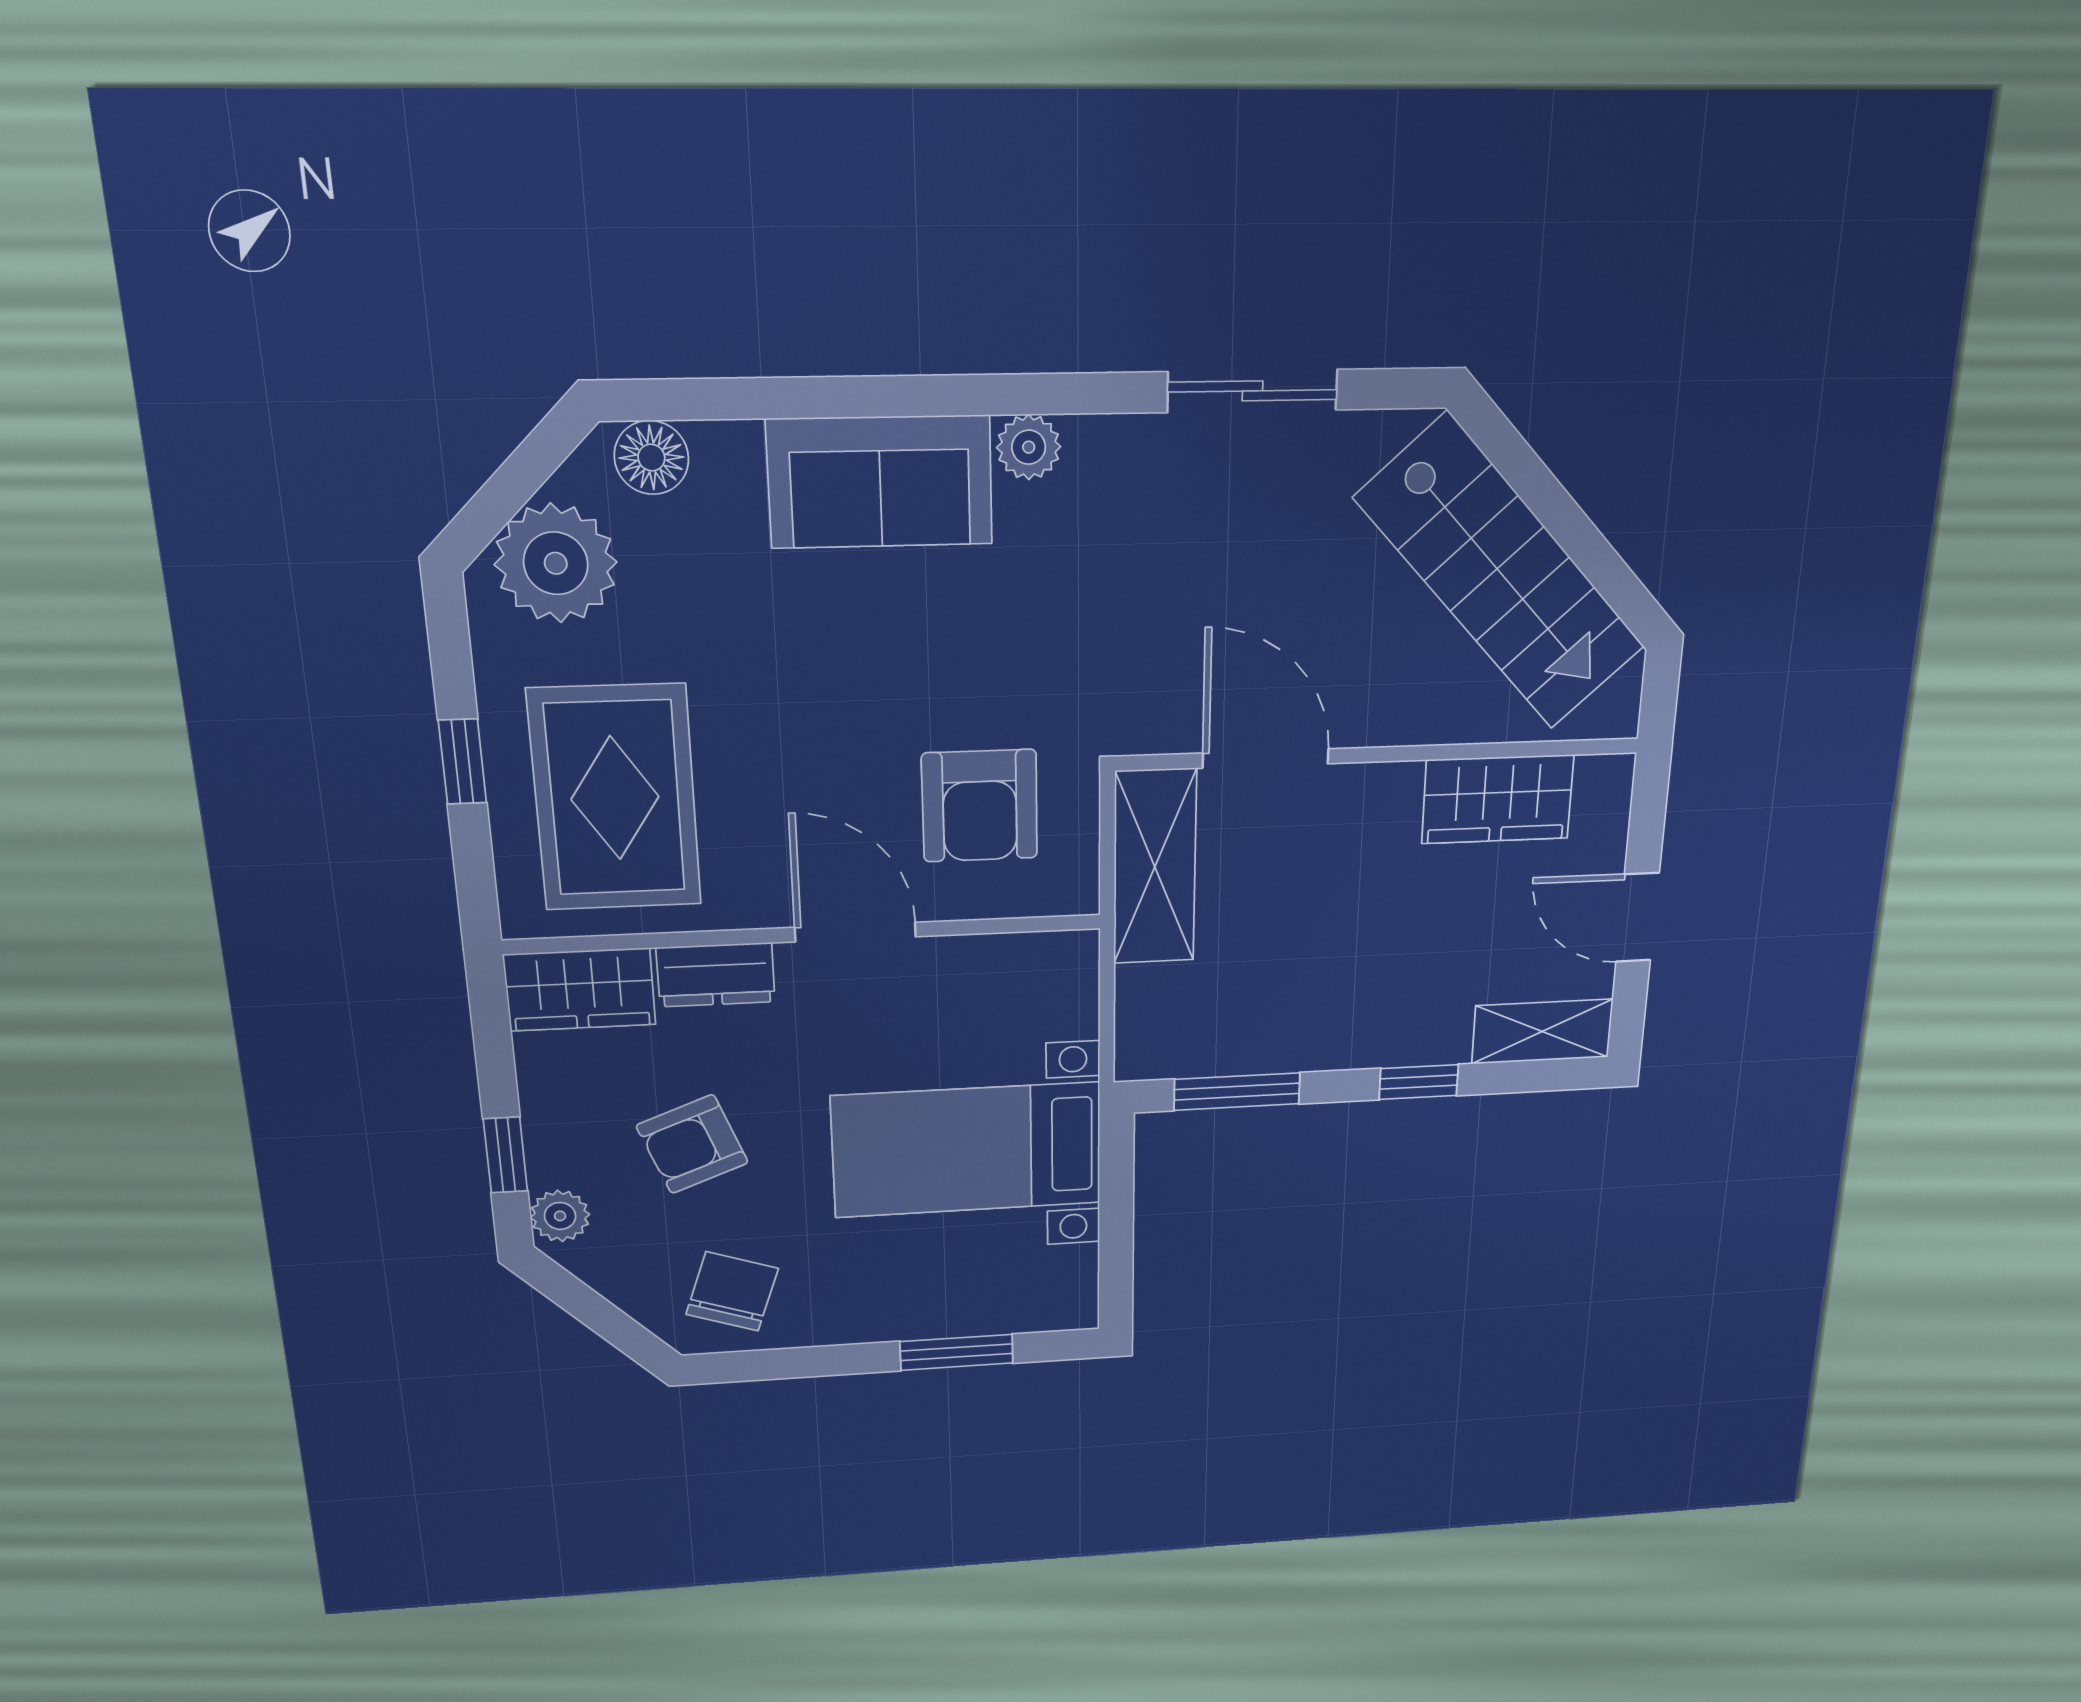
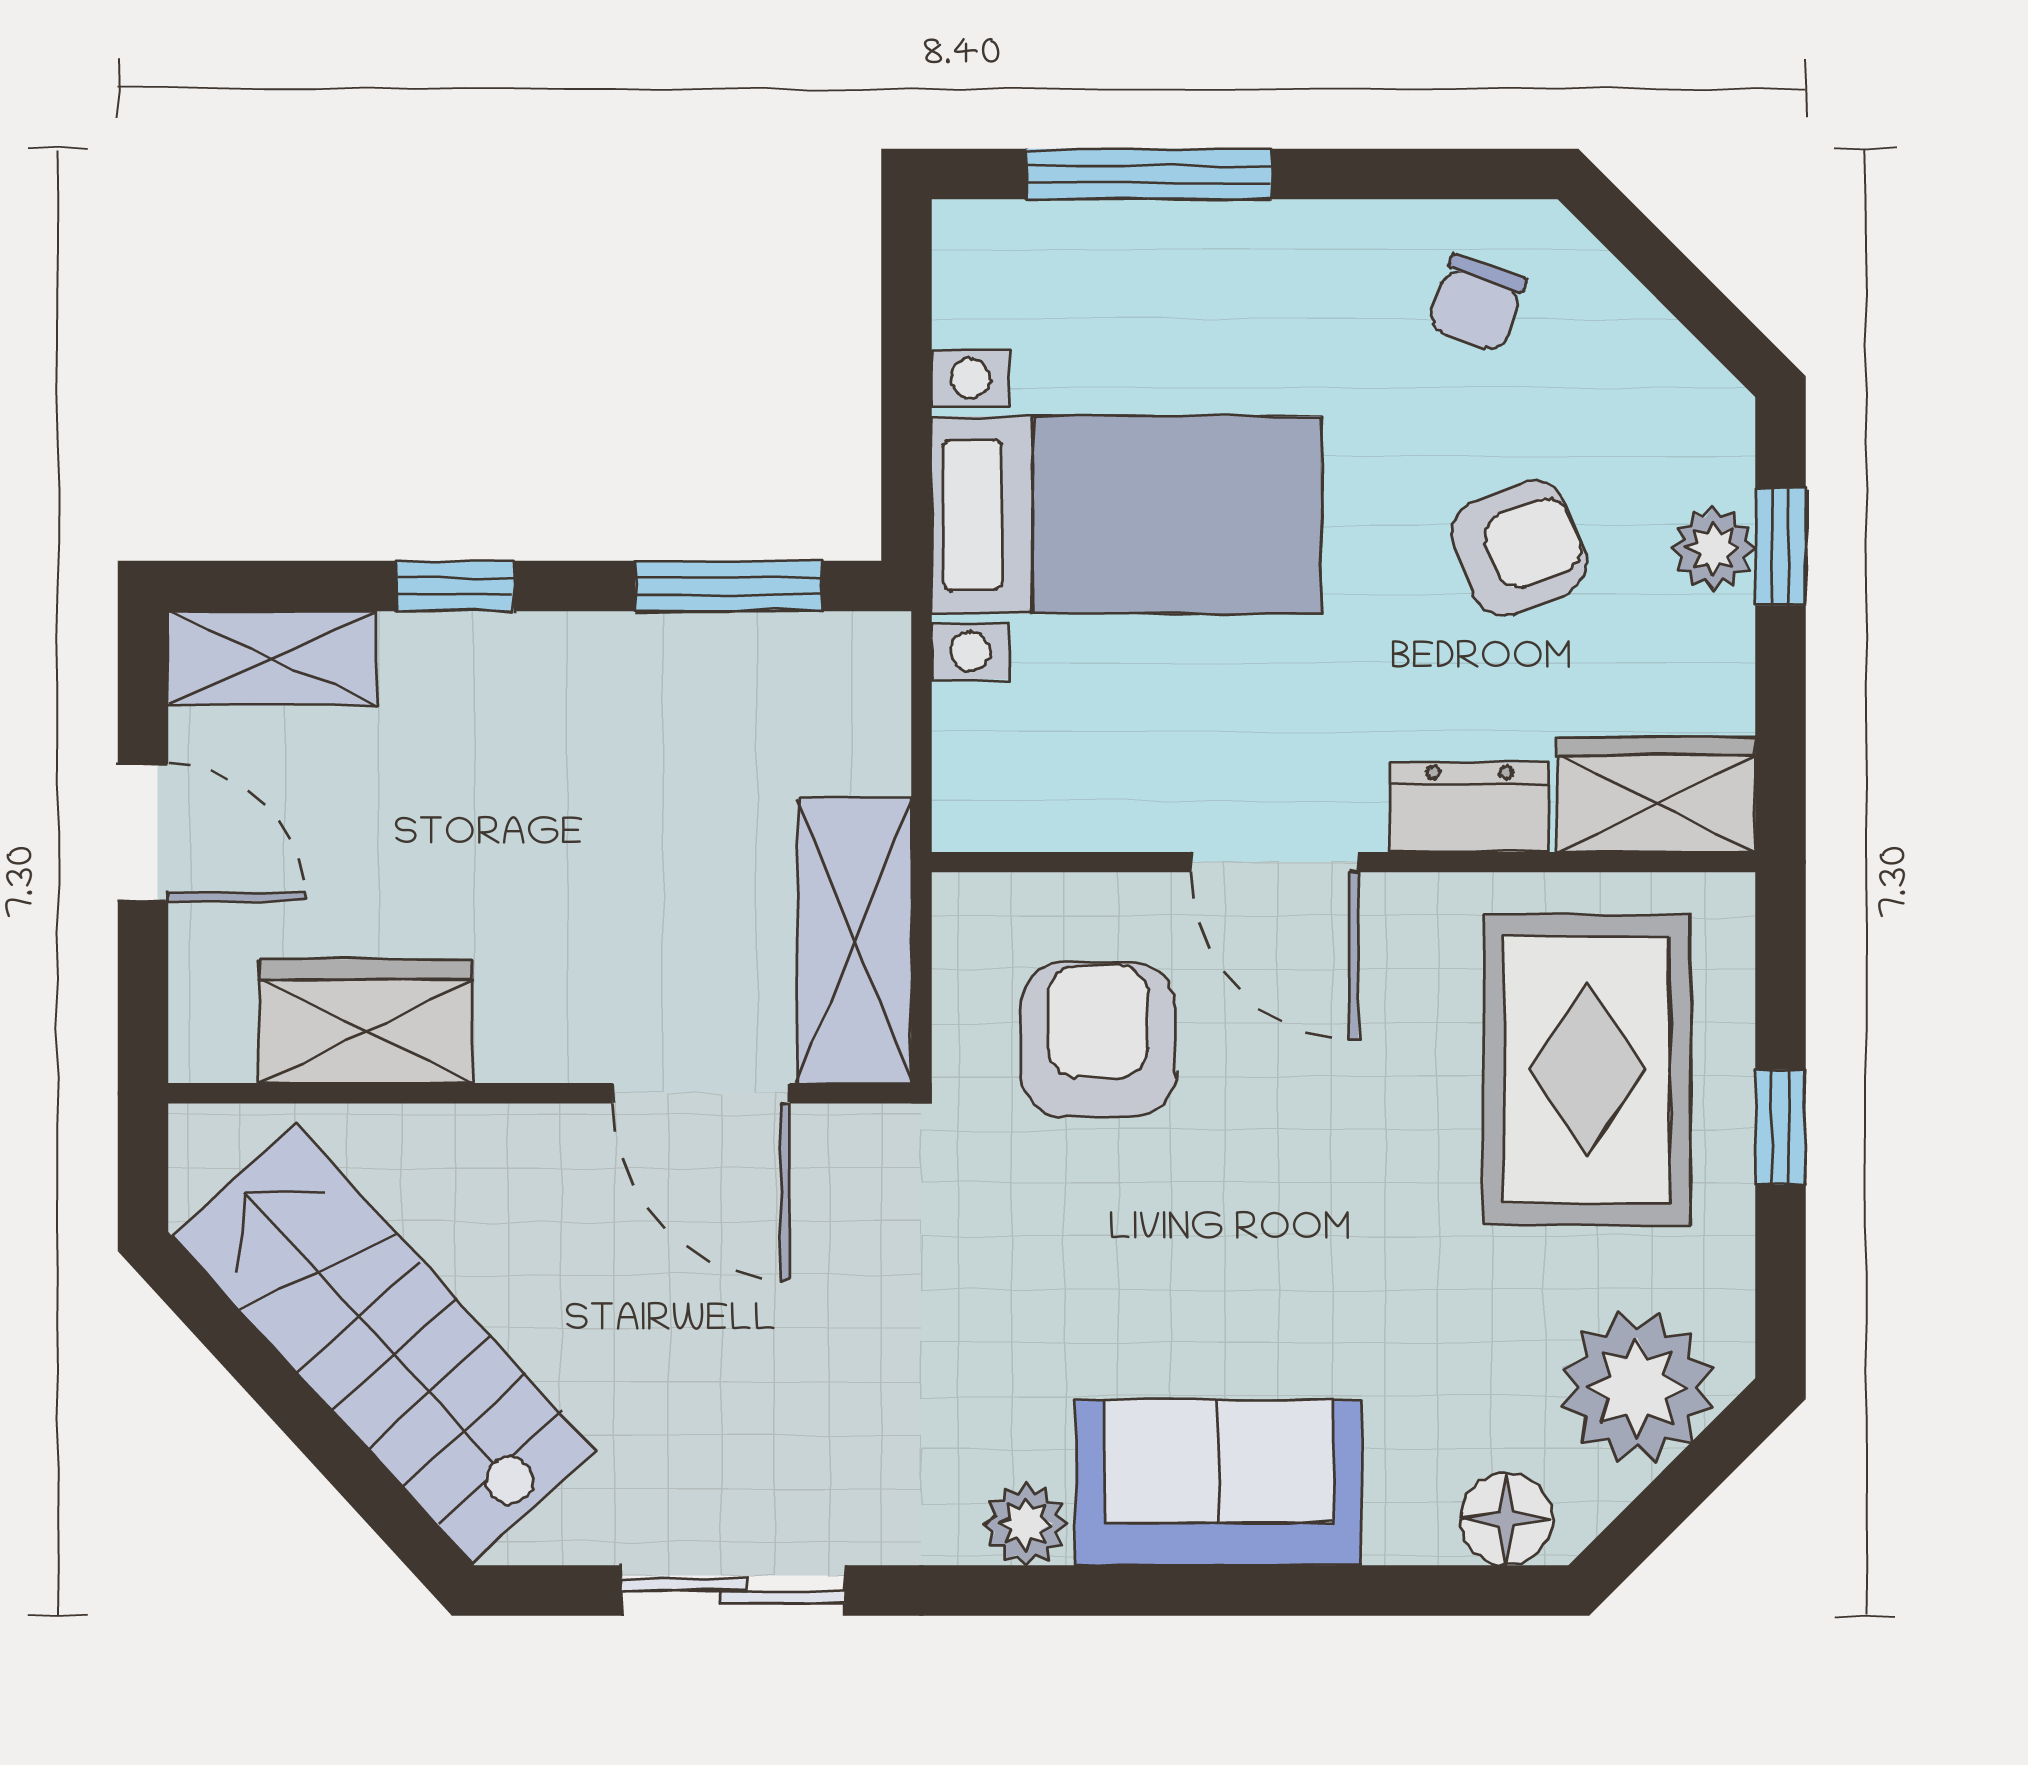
plant: (560, 1216) -> (1713, 549), moved
chair: (732, 1291) -> (1477, 303), width x0.73, depth x0.73
window: (957, 1352) -> (1149, 174), width x1.44

